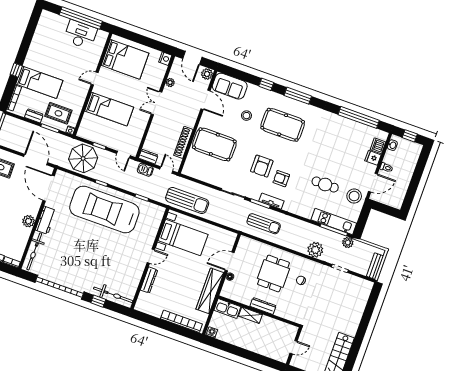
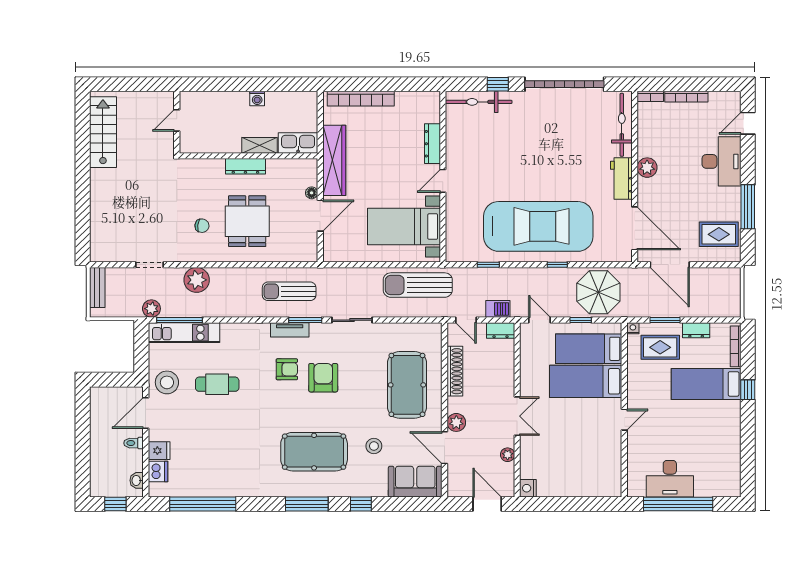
bed: (125, 59) -> (589, 349), moved, width x0.67
plant: (207, 74) -> (456, 422), moved
pool table: (214, 144) -> (407, 385), turned 90
washing machine: (212, 332) -> (257, 98), moved

